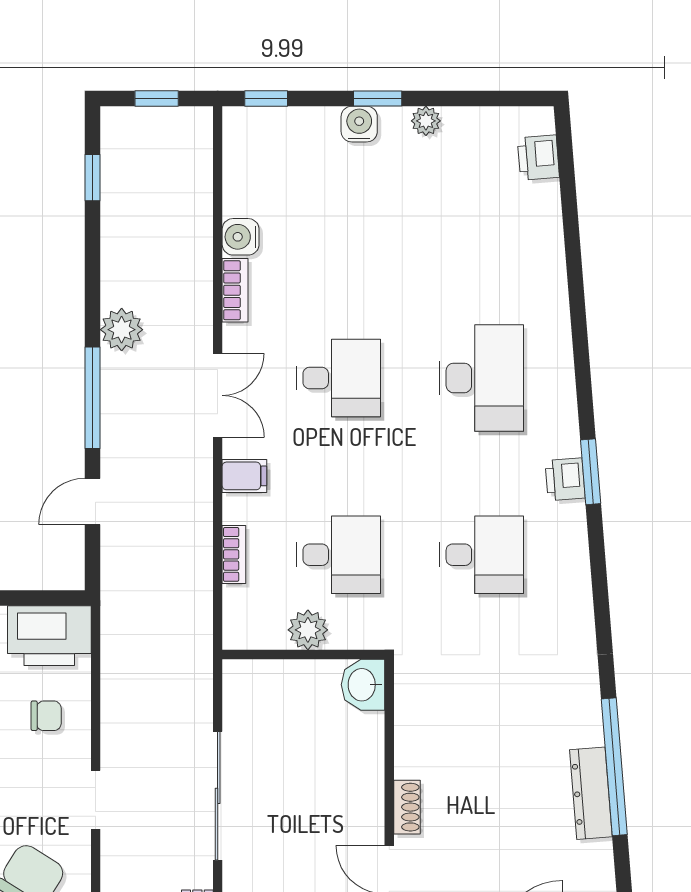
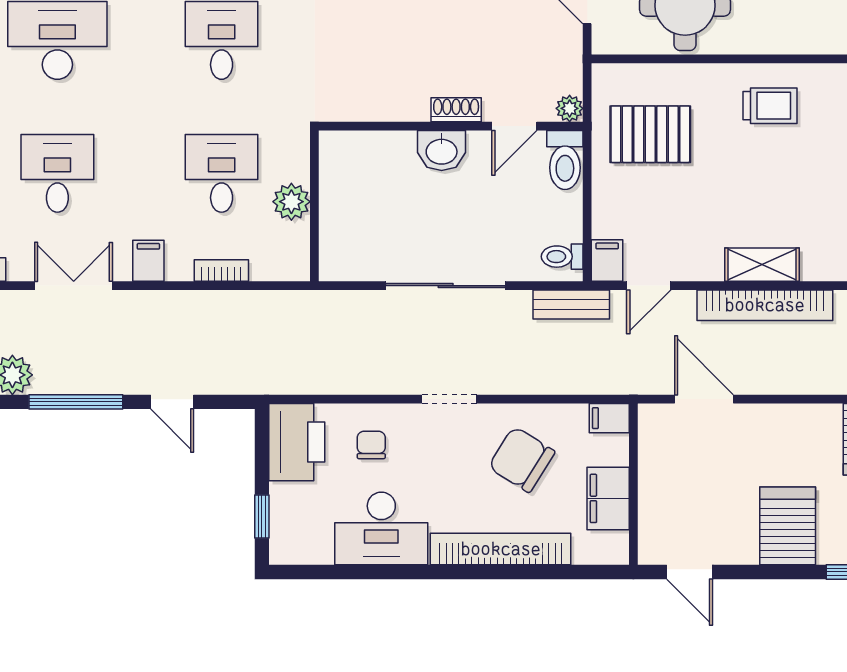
washbasin: (363, 685) -> (442, 151), moved

